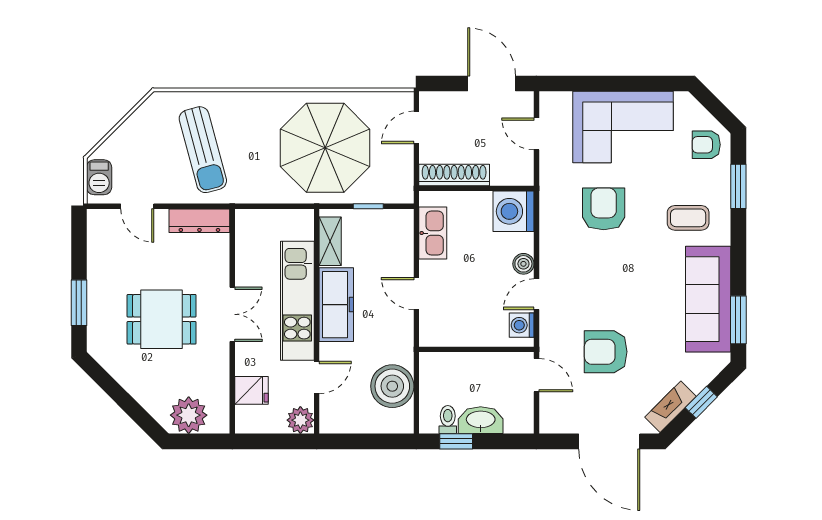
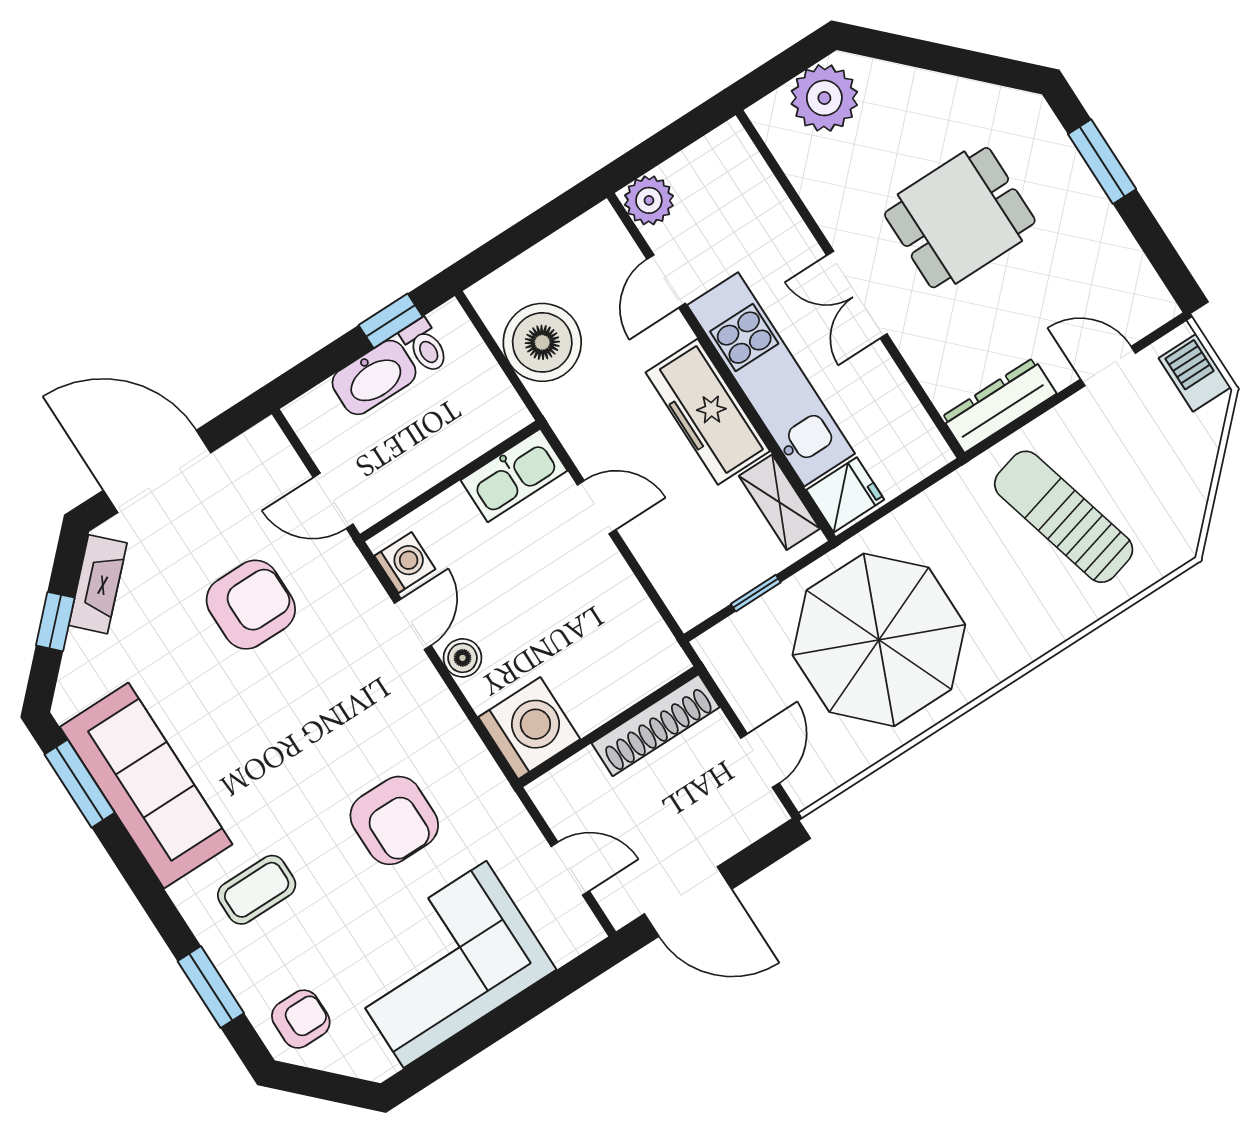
kitchen sink: (433, 233) -> (514, 475), moved, turned -90
fridge: (252, 390) -> (845, 495), moved, turned 180

